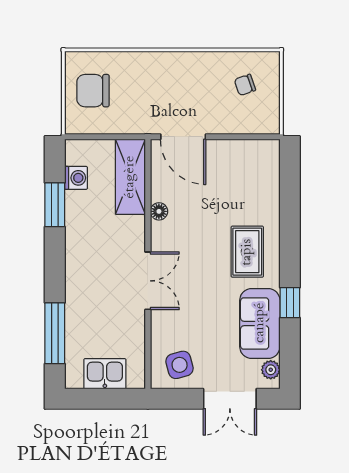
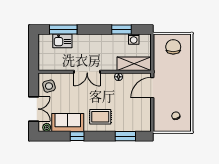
window: (290, 196) -> (125, 136), added
kitchen sink: (105, 374) -> (62, 41), moved, turned 90
double door: (230, 399) -> (34, 109), swing flipped

